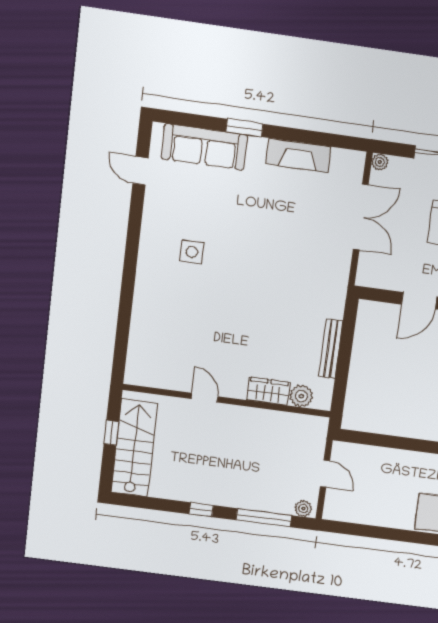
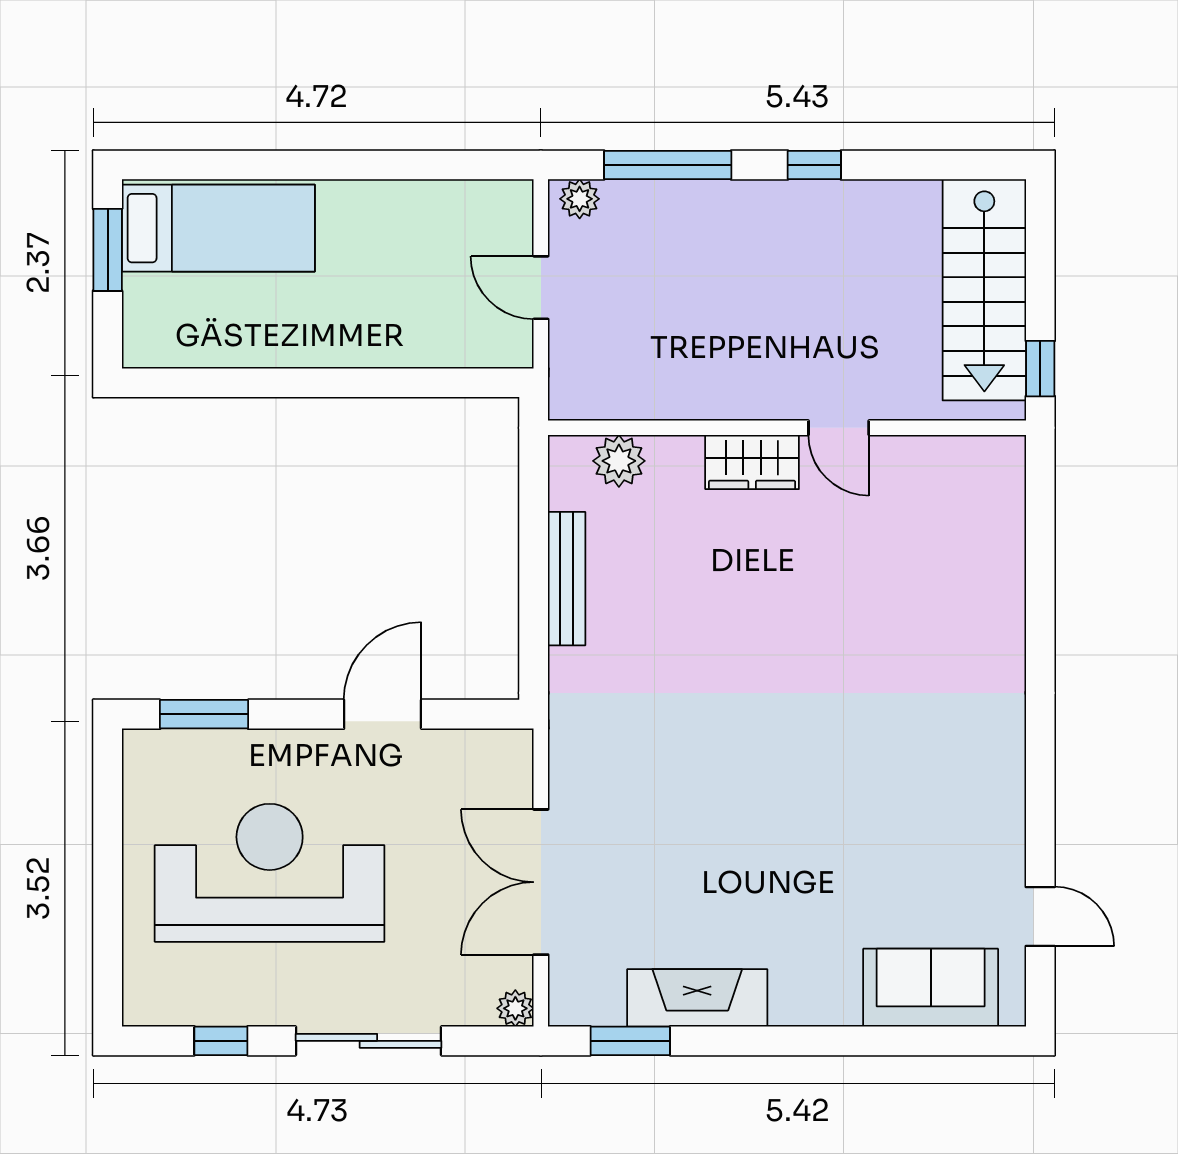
window: (244, 128) -> (630, 1041), moved
sofa: (204, 147) -> (931, 988), width x0.73
side table: (192, 252) -> (906, 754), removed
wardrobe: (268, 391) -> (752, 462), moved
window: (111, 433) -> (1040, 369), moved

